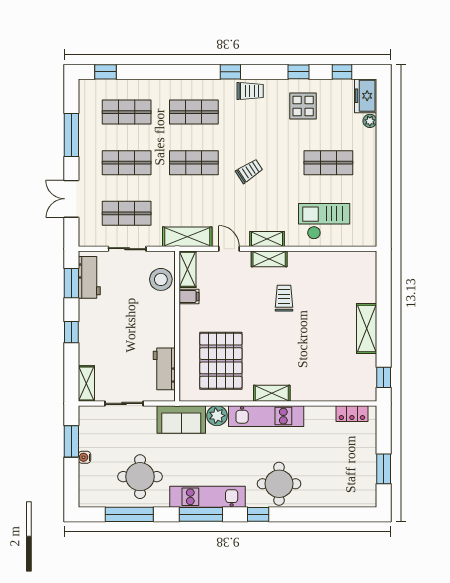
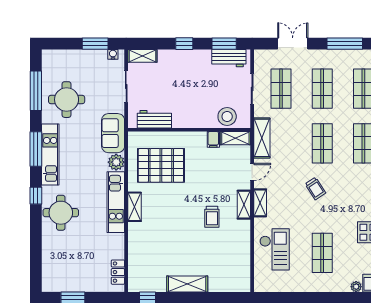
trolley: (284, 298) -> (212, 217), turned 90
water cooler: (85, 457) -> (113, 54), moved

